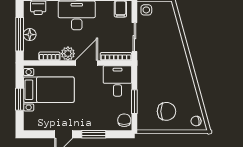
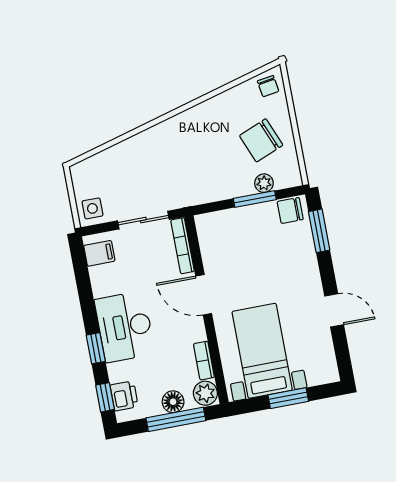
plant: (68, 54) -> (205, 393), moved
desk: (118, 81) -> (225, 235), removed
plant: (142, 108) -> (264, 183), added
chair: (167, 111) -> (261, 140), turned -112
window: (94, 134) -> (319, 231), moved

